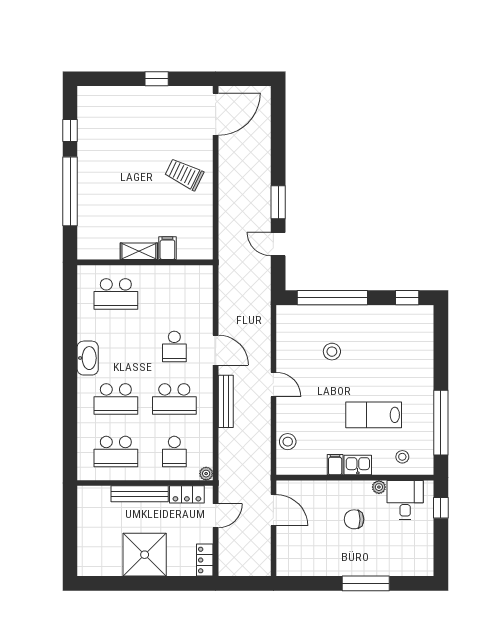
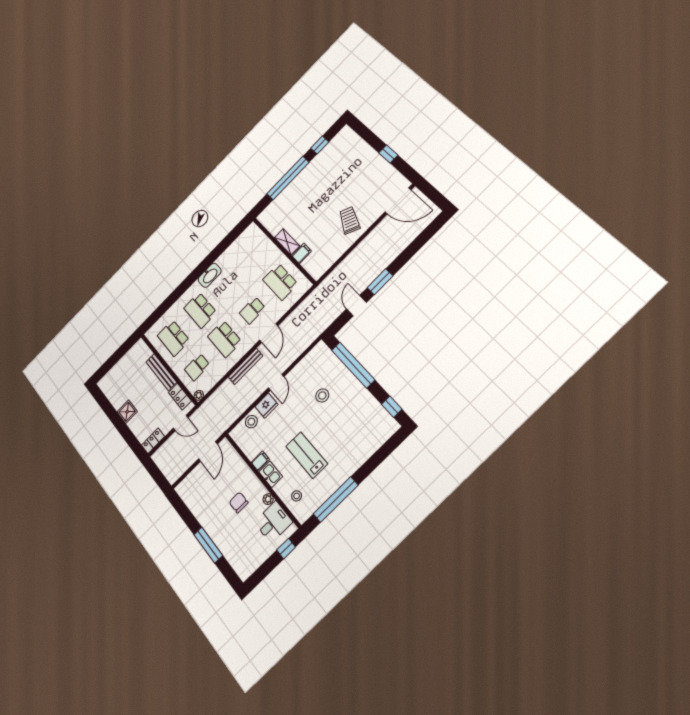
school desk: (116, 294) -> (280, 282), moved
fridge: (287, 413) -> (267, 406), added
shower: (145, 555) -> (127, 412), width x0.54, depth x0.54

